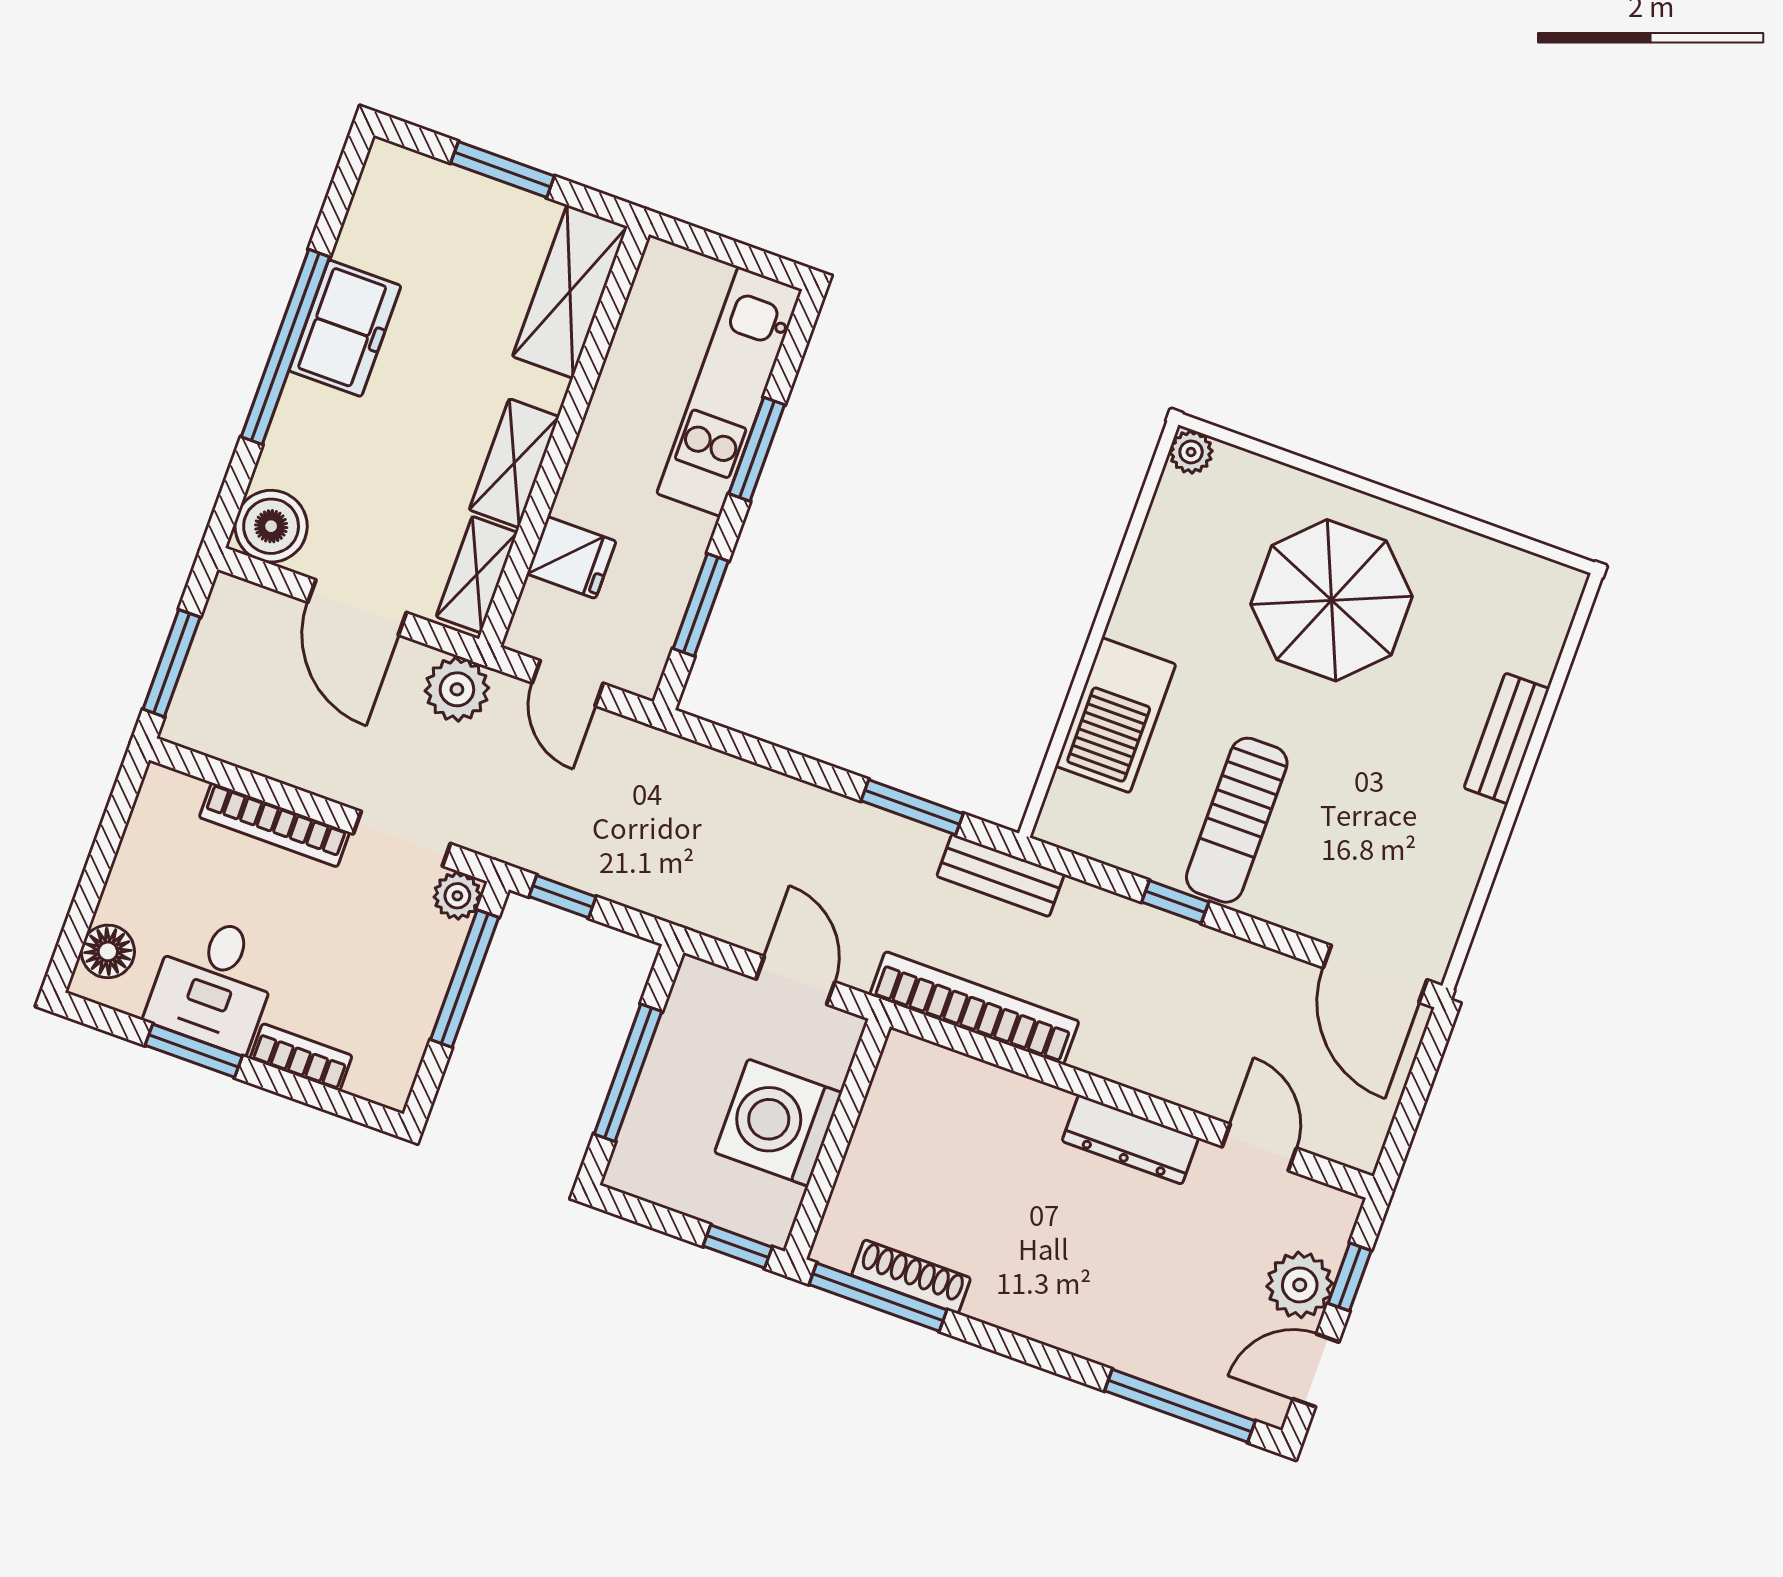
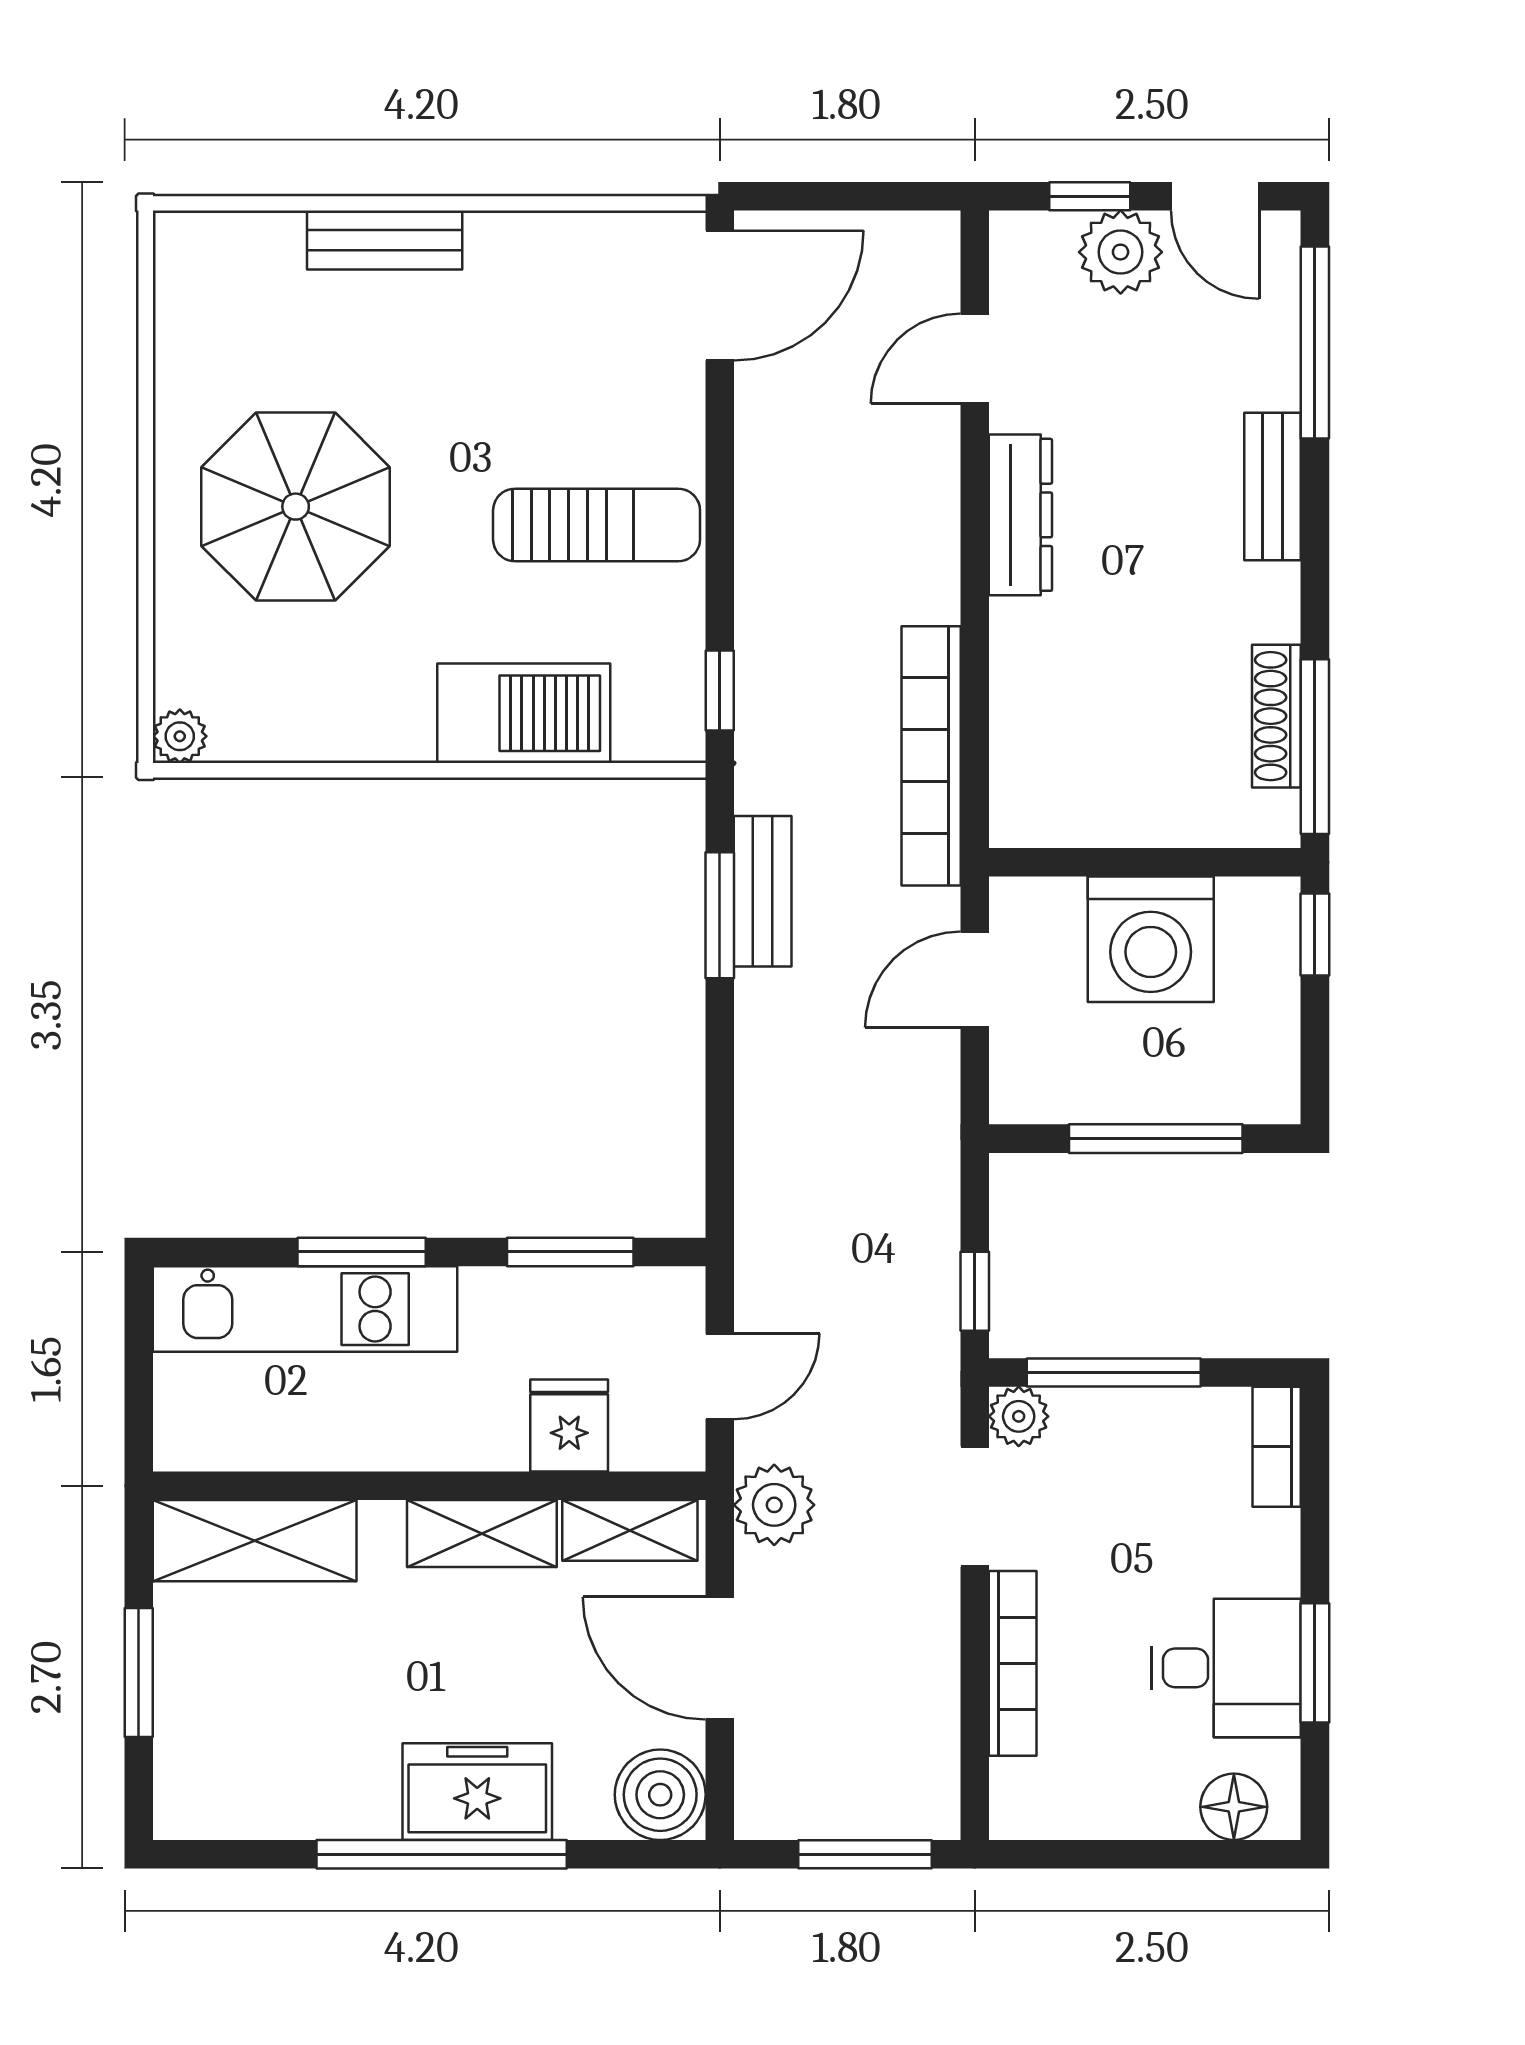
freezer: (345, 328) -> (477, 1792), moved
door: (357, 607) -> (720, 1658), swing flipped
bench: (1001, 875) -> (763, 891), moved
window: (1175, 902) -> (720, 690), moved
bookcase: (301, 1057) -> (1277, 1447), moved
bench: (1084, 1335) -> (1273, 486), added

